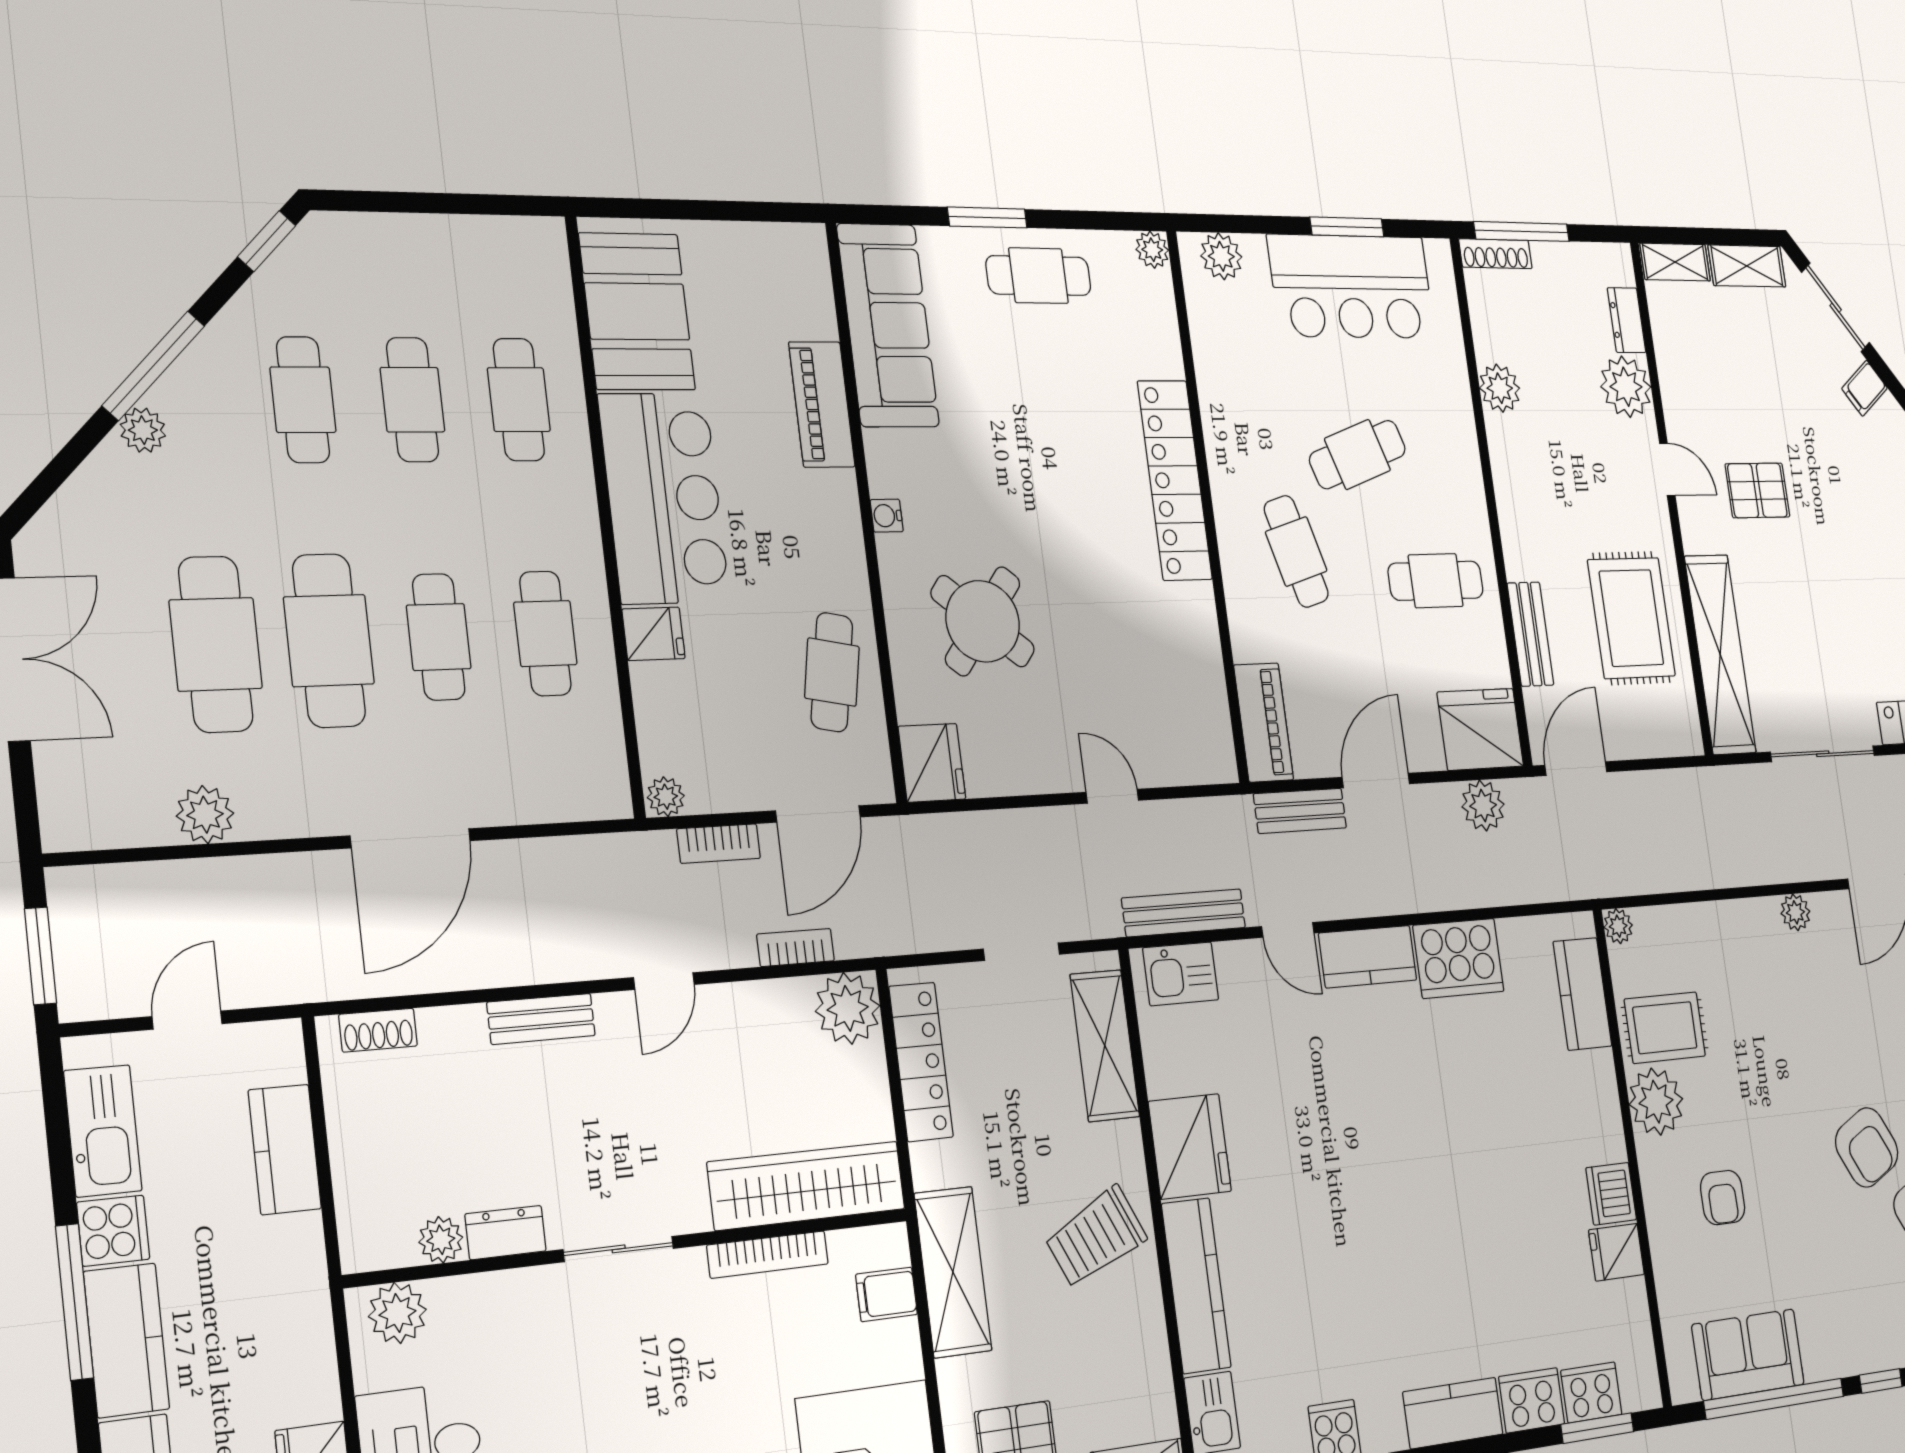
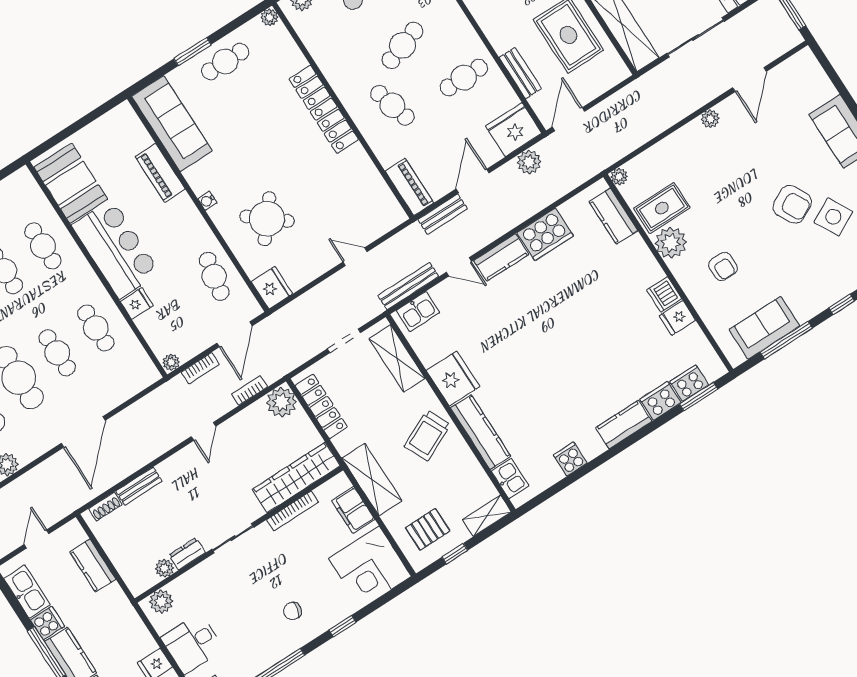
bench: (541, 1019) -> (139, 486), moved
filing cabinet: (886, 1294) -> (353, 510), width x2.00
window: (1774, 1399) -> (786, 340), width x0.68

